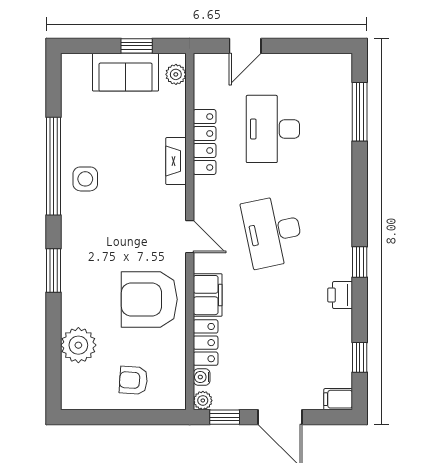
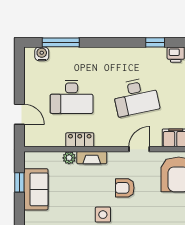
plant: (176, 74) -> (69, 158), moved
water cooler: (341, 81) -> (42, 54), added
locker: (205, 142) -> (80, 140), width x0.66
armchair: (128, 214) -> (125, 188), added

